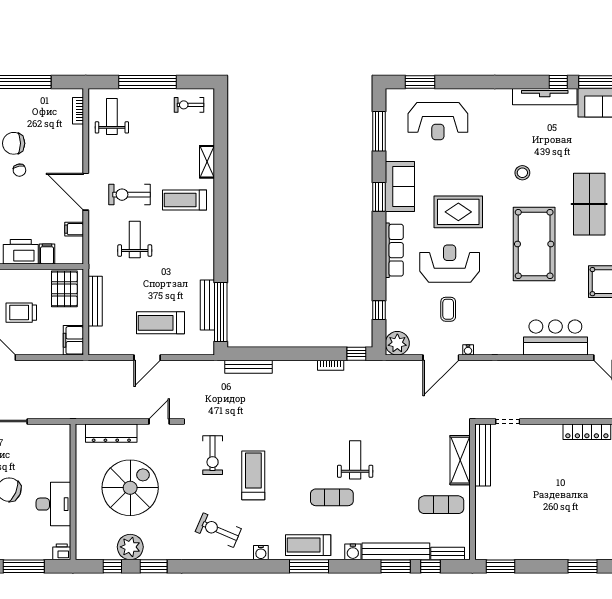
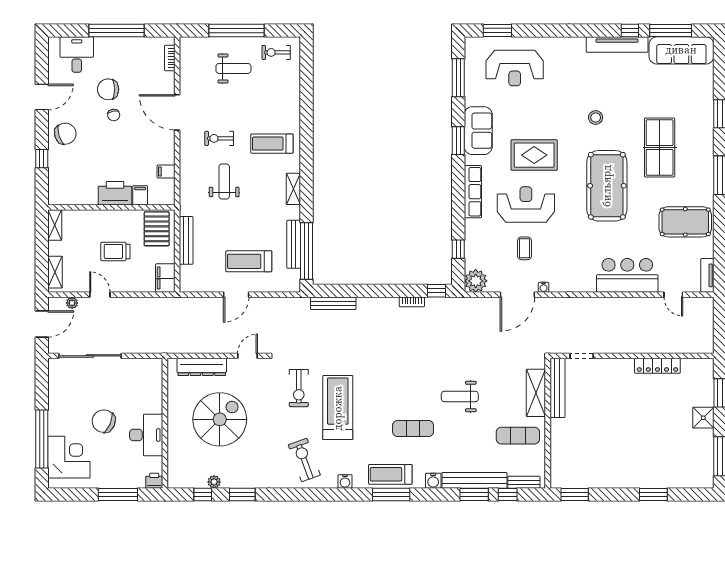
weight bench: (112, 117) -> (233, 68), moved, turned 90
shelving: (207, 162) -> (293, 189), moved
door: (86, 192) -> (177, 112), moved
exercise bike: (129, 195) -> (219, 138), width x0.73, depth x0.72
weight bench: (355, 460) -> (460, 396), moved, turned -90
treadmill: (253, 475) -> (338, 408), width x1.37, depth x1.38
exercise bike: (218, 530) -> (304, 460), turned 47
plant: (130, 547) -> (214, 482), width x0.53, depth x0.53

